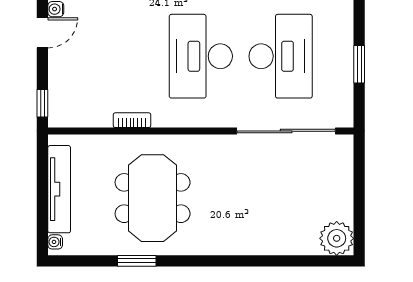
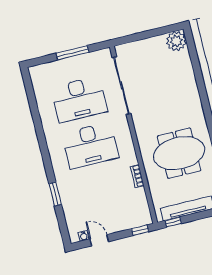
desk: (281, 56) -> (79, 99), turned 180
window: (359, 64) -> (72, 53), width x1.44
window: (42, 161) -> (173, 222), added

